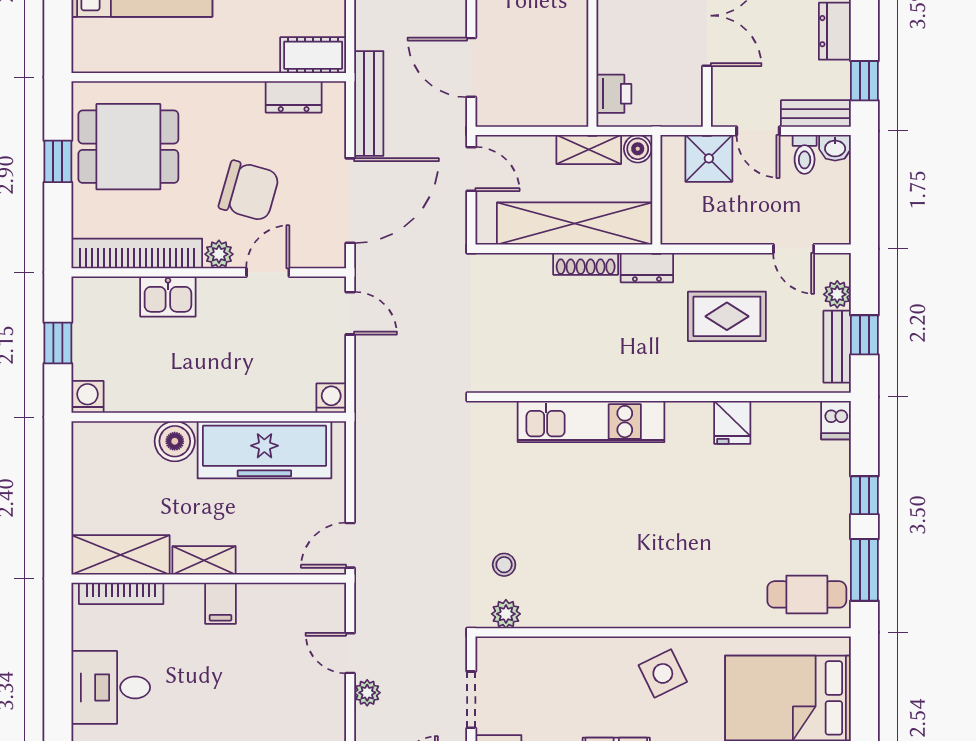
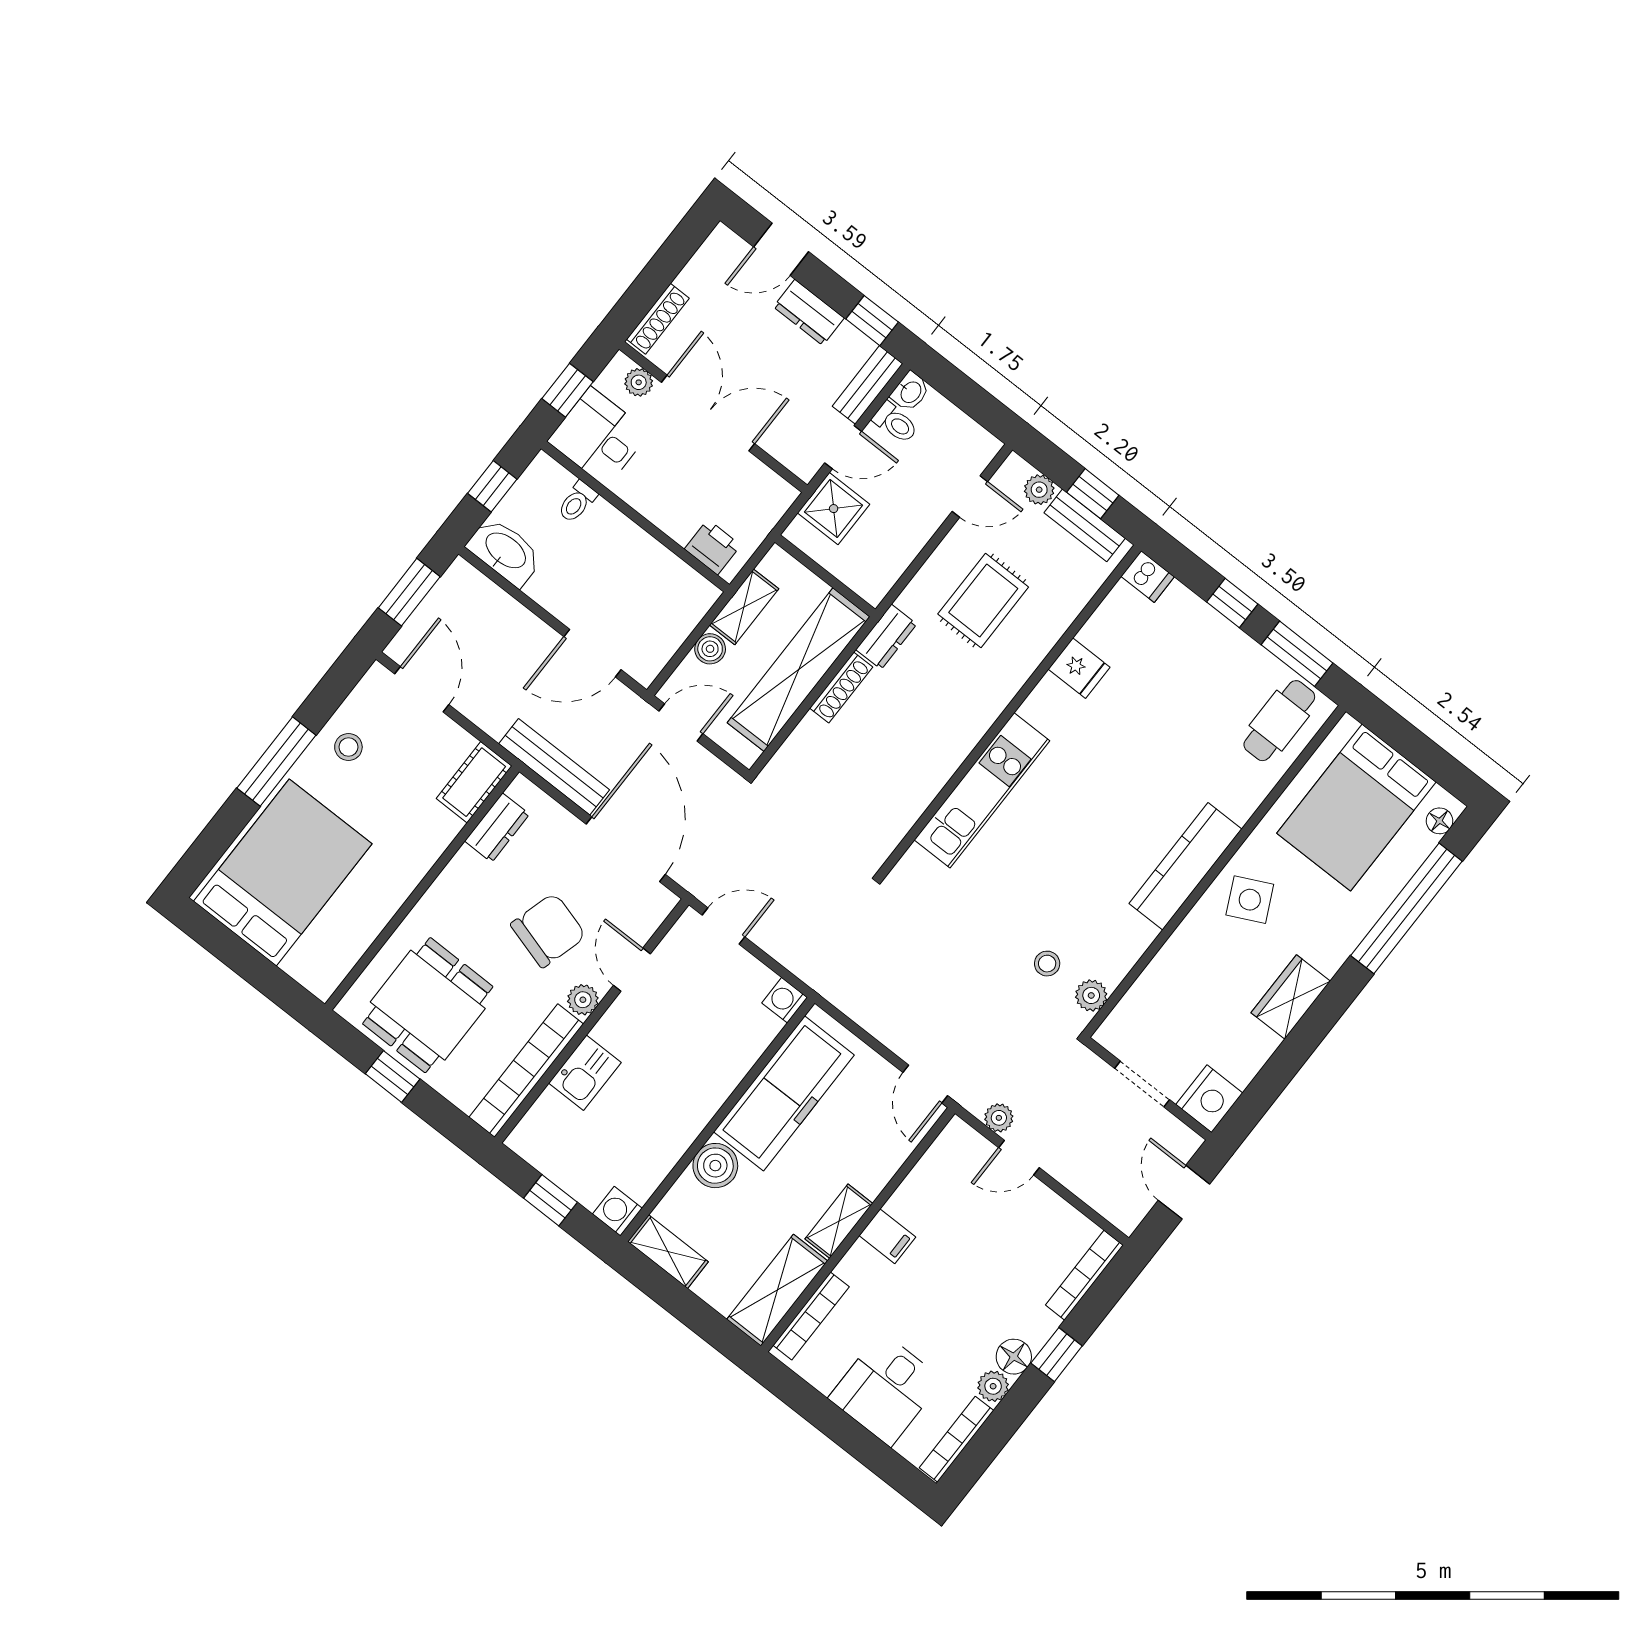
boiler: (638, 149) -> (710, 649), moved
shelving: (87, 456) -> (668, 1252), added
kitchen counter: (651, 609) -> (1185, 866), added
plant: (367, 693) -> (999, 1118), moved

